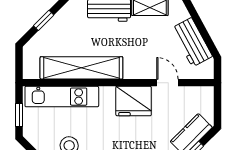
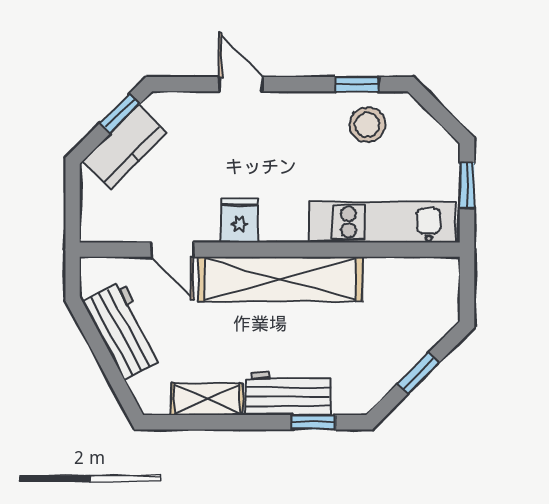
shelving: (81, 68) -> (280, 279), moved
fridge: (134, 101) -> (239, 221), width x0.53, depth x0.75

